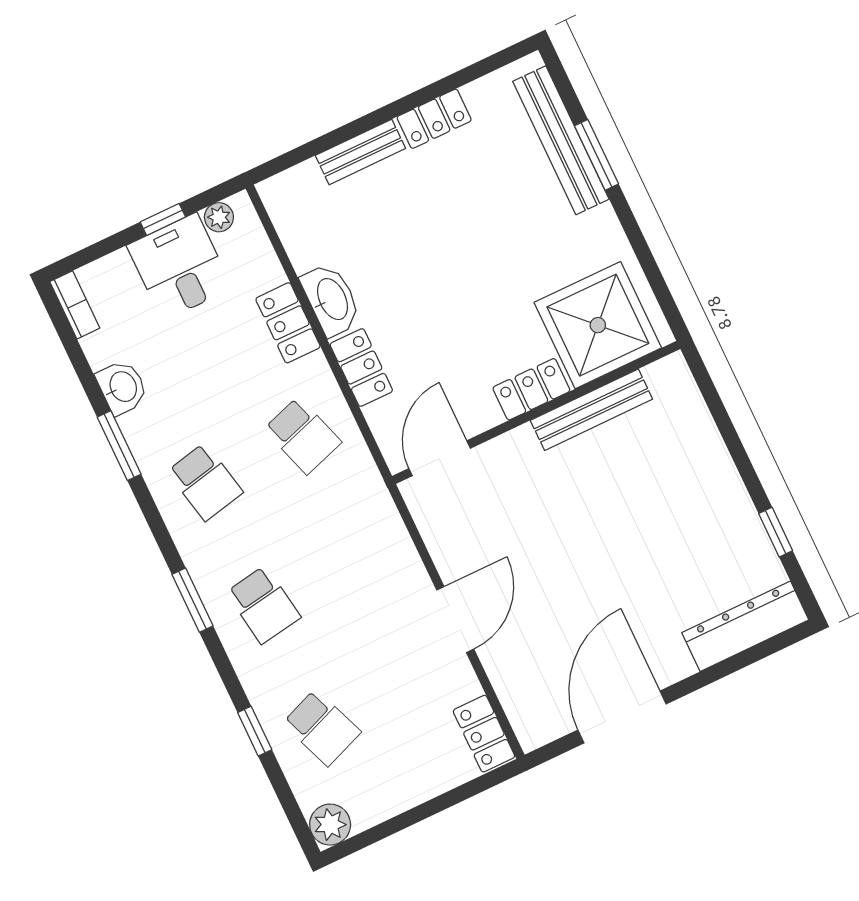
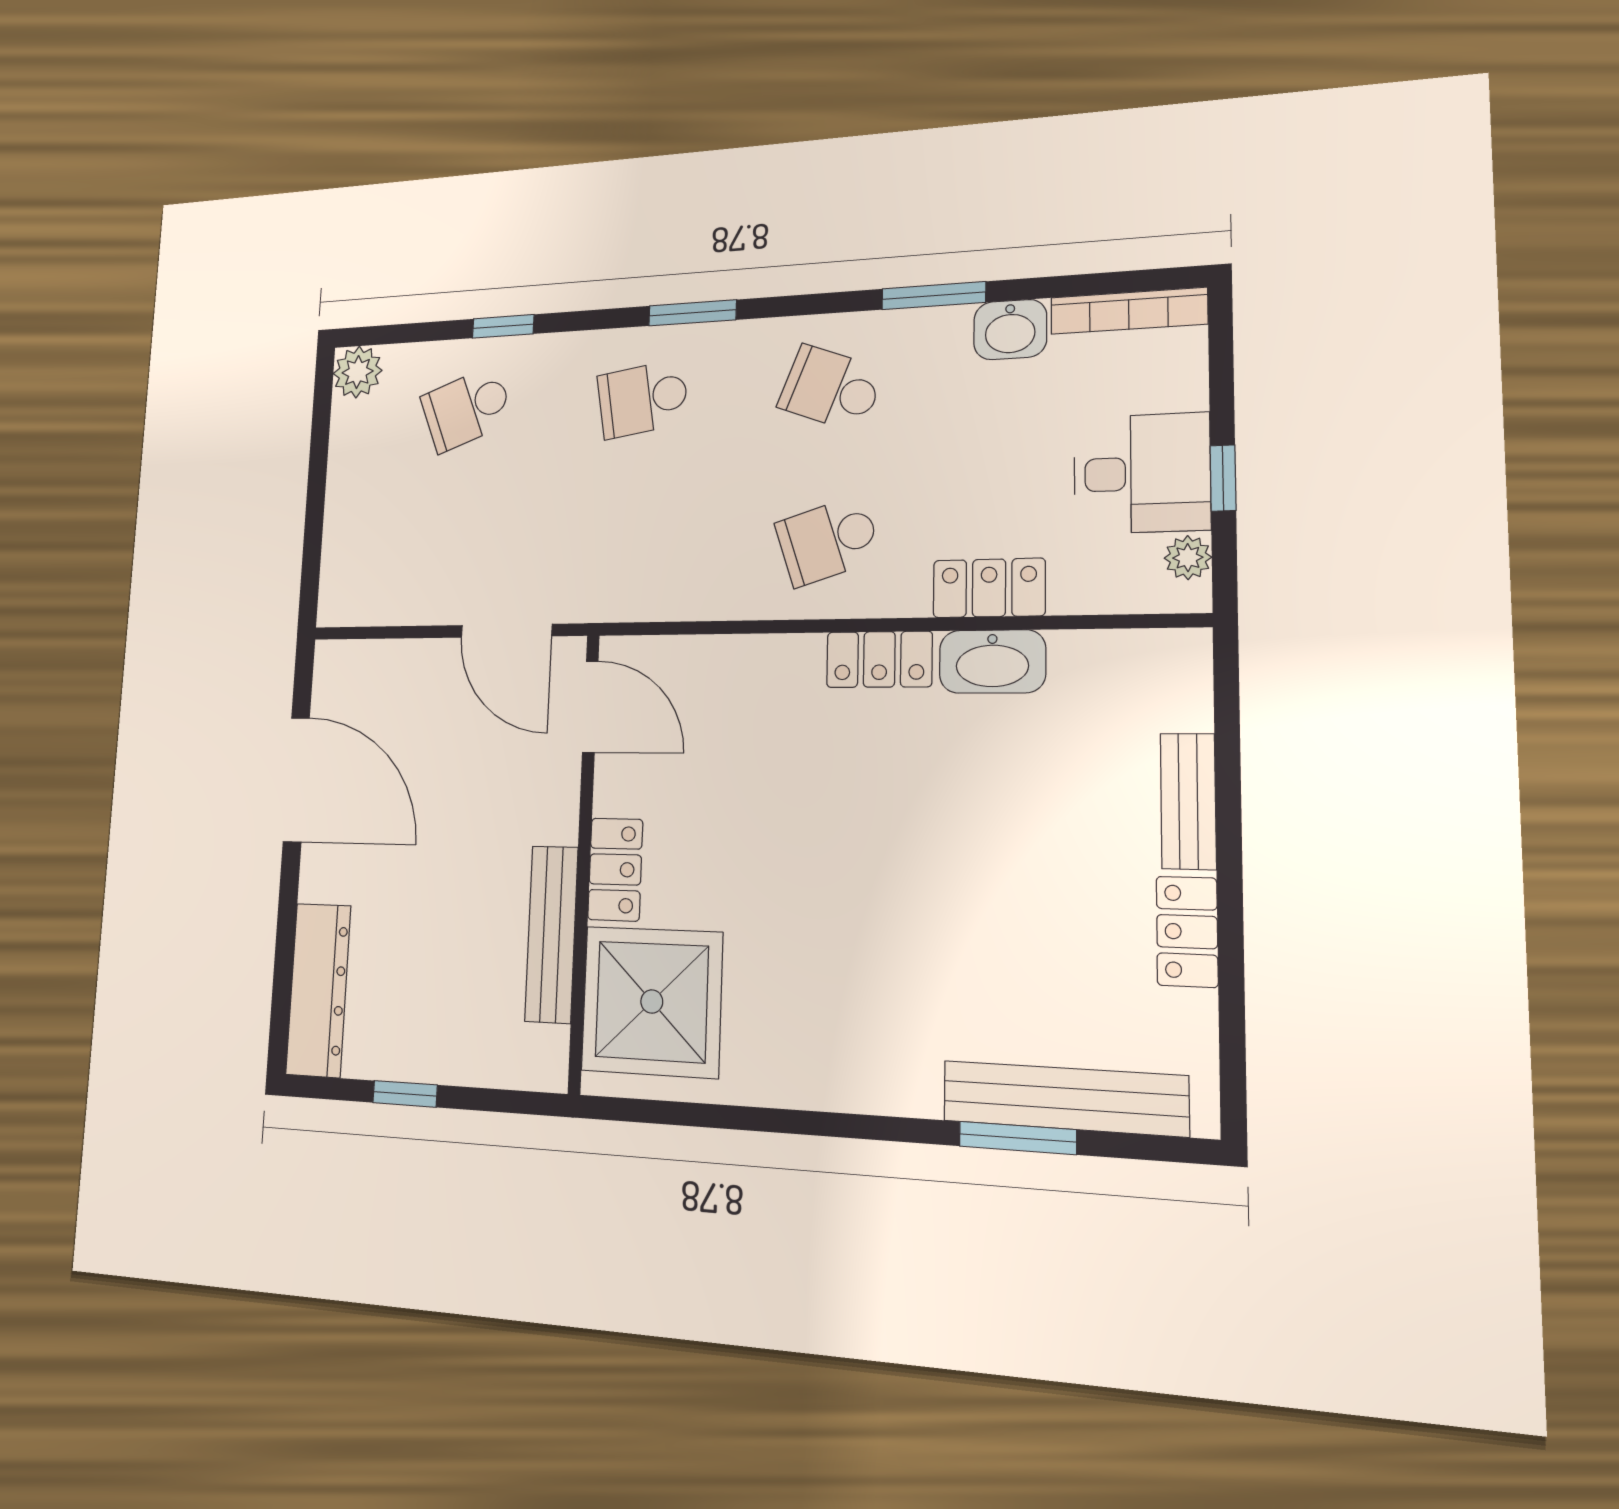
bookcase: (75, 305) -> (1129, 311), width x1.56
shower: (598, 325) -> (652, 1002), moved
locker: (531, 389) -> (615, 869), moved
bench: (591, 410) -> (551, 934), moved
wall: (536, 412) -> (584, 860), moved
door: (440, 458) -> (590, 707), moved
school desk: (205, 482) -> (831, 388), turned 33
locker: (484, 734) -> (362, 602), removed

